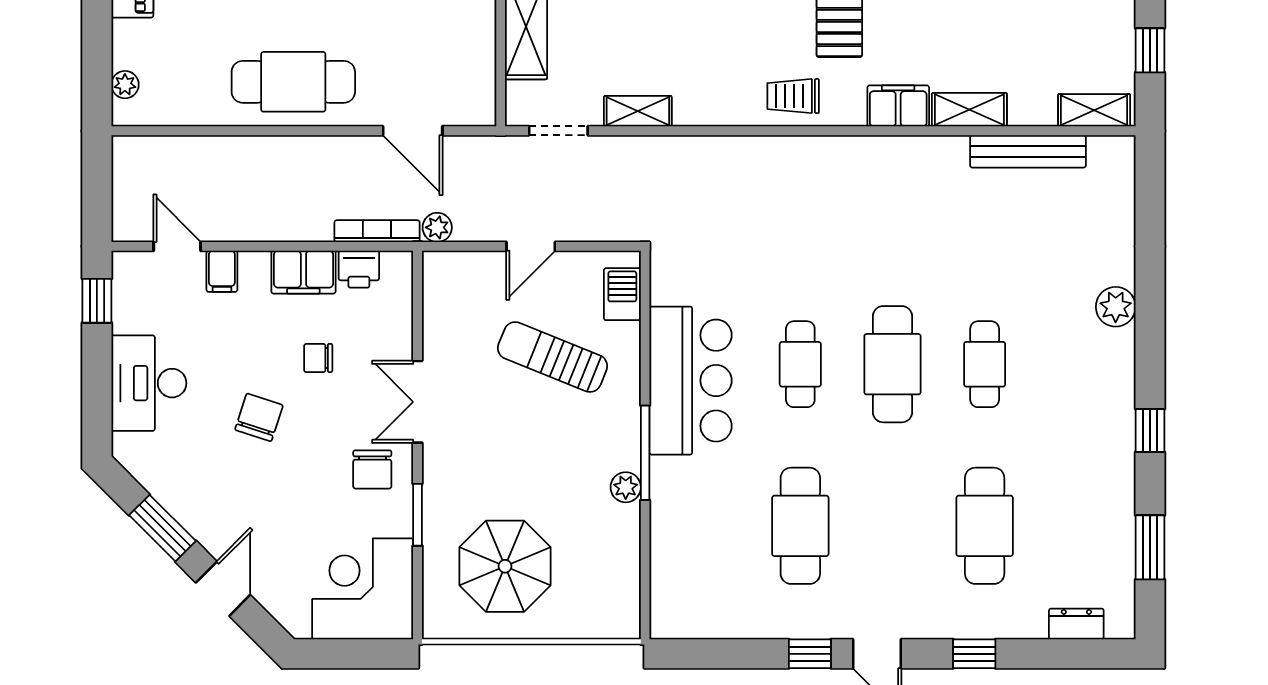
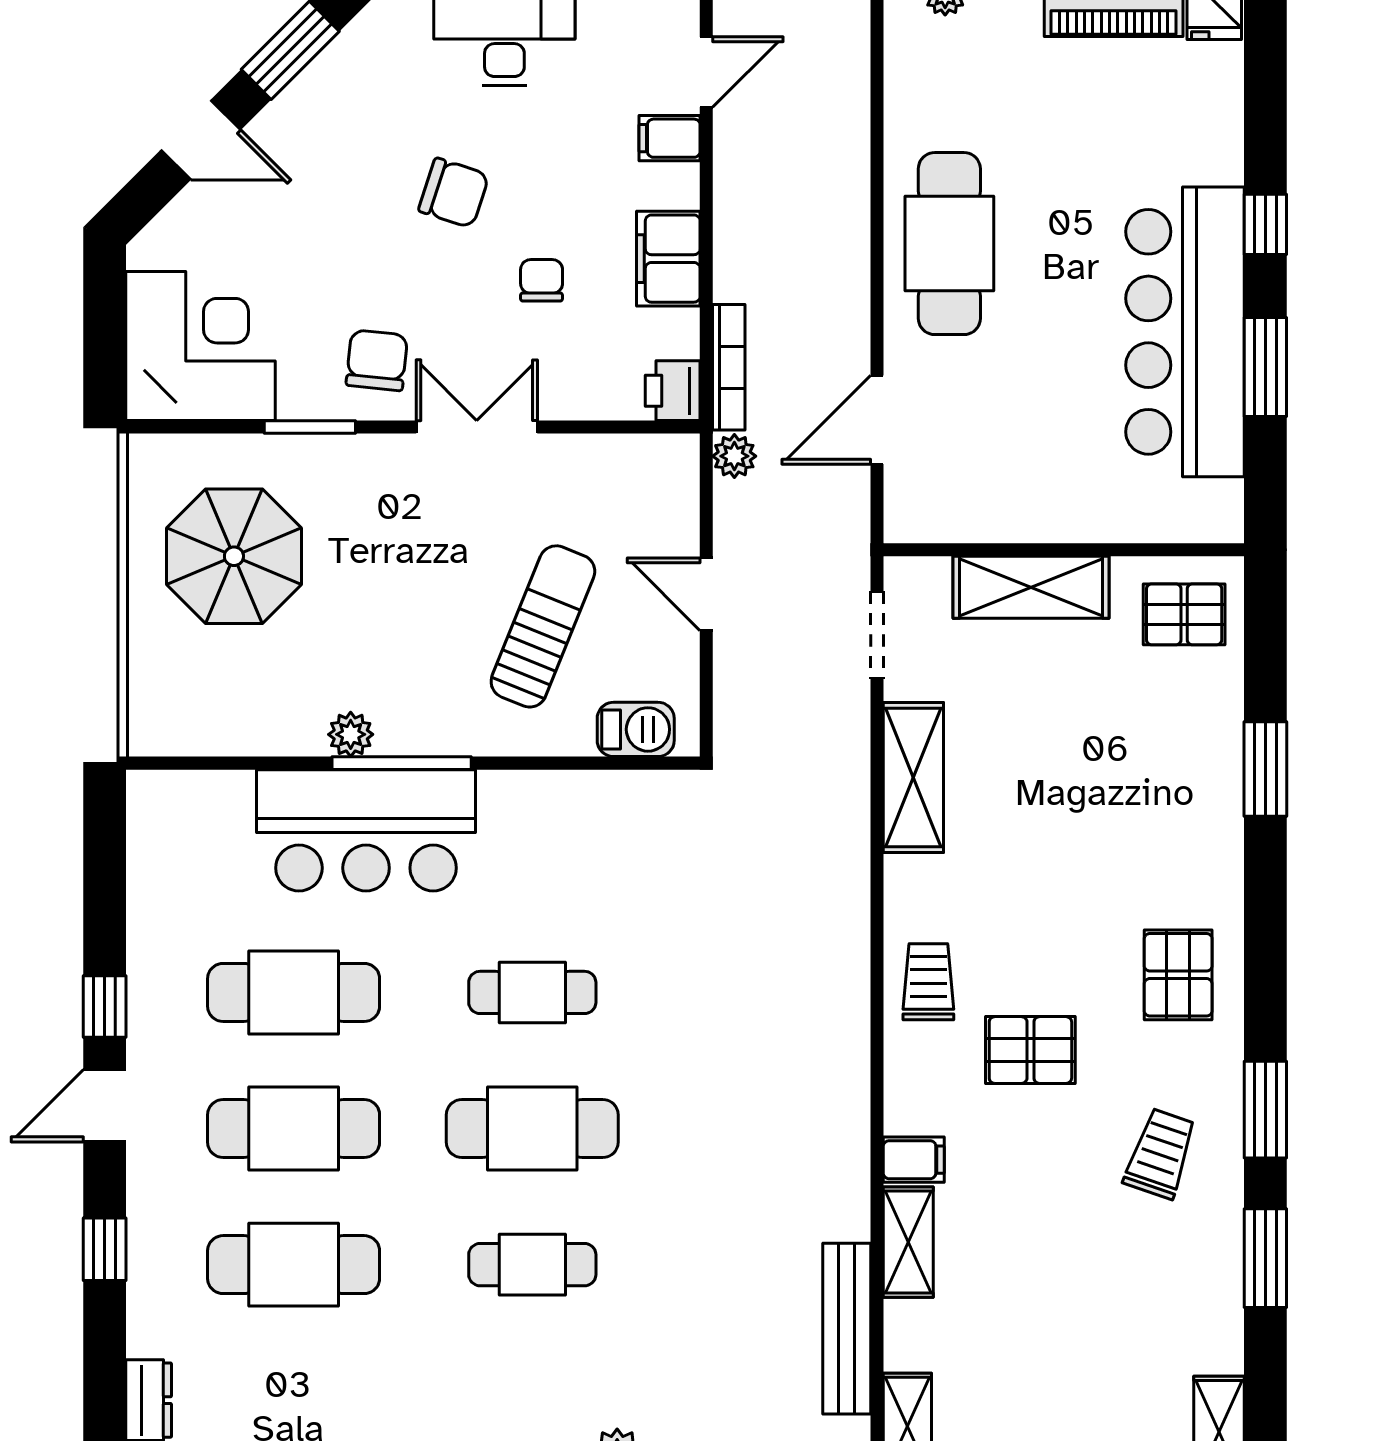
filing cabinet: (898, 106) -> (914, 1160), width x0.50
shelving: (638, 111) -> (913, 777), width x1.50, depth x1.33
printer: (359, 269) -> (673, 391), moved
bar counter: (691, 381) -> (366, 830), moved
chair: (372, 469) -> (377, 360), turned 96
cafe table: (892, 526) -> (294, 1129), added

